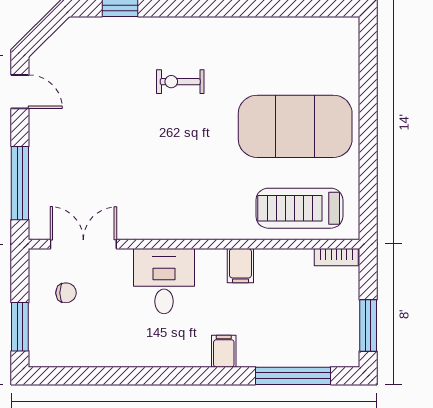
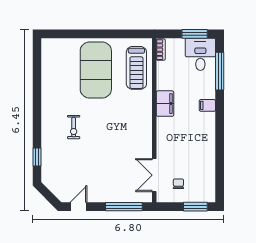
filing cabinet: (240, 266) -> (165, 104), width x2.00
desk: (164, 281) -> (200, 54), moved, turned 90

